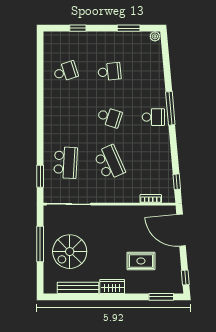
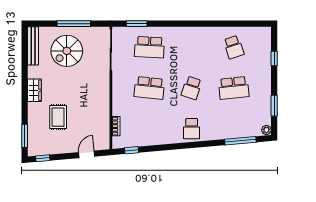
school desk: (109, 72) -> (234, 88), width x1.85
window: (170, 108) -> (240, 141), moved
school desk: (109, 163) -> (149, 88), turned 30
door: (181, 230) -> (87, 154), width x0.53
spiral stairs: (70, 252) -> (67, 51), turned -90
bench: (78, 288) -> (33, 46), moved

